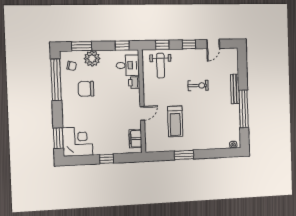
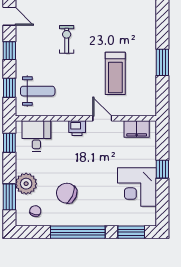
window: (56, 80) -> (78, 232), moved
printer: (134, 83) -> (77, 128), moved
chair: (86, 89) -> (67, 193), turned 114
treadmill: (175, 121) -> (115, 73), turned 90
corner desk: (78, 141) -> (137, 187), moved, turned -90

